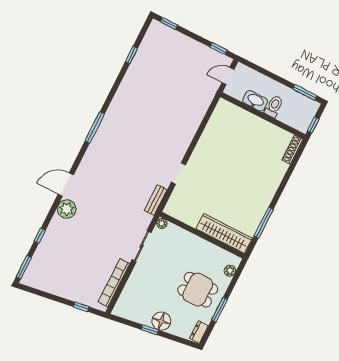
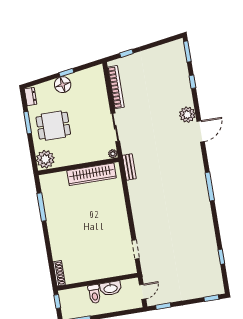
doorway: (178, 174) -> (136, 249), moved
wardrobe: (224, 233) -> (92, 174), moved
plant: (230, 271) -> (45, 159), width x1.88, depth x1.88

